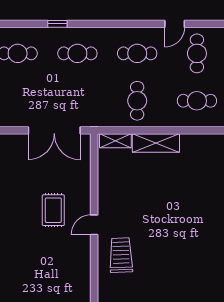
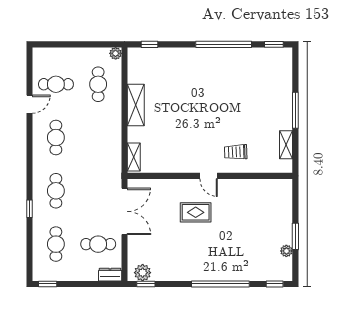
door: (175, 24) -> (30, 104), hinge flipped
cafe table: (137, 101) -> (98, 244), moved
shelving: (156, 143) -> (136, 105), moved
trolley: (121, 255) -> (236, 152), width x0.73, depth x0.72

